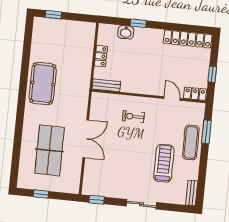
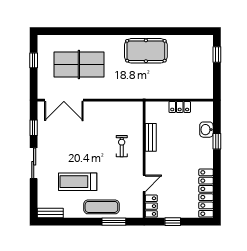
bench: (106, 85) -> (151, 137), moved
double door: (86, 139) -> (64, 100), moved
treadmill: (164, 163) -> (78, 182), turned 180
window: (97, 200) -> (34, 128), moved

